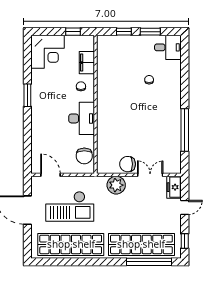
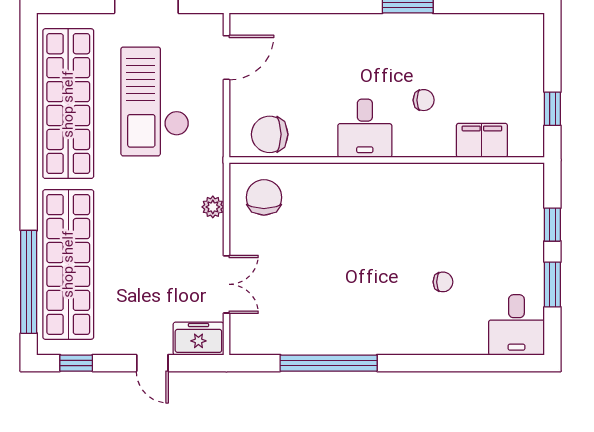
corner desk: (48, 52) -> (507, 51), removed
chair: (81, 86) -> (424, 100), moved
desk: (82, 118) -> (365, 128), width x0.73
chair: (128, 164) -> (264, 197), moved
plant: (116, 185) -> (213, 207), width x0.53, depth x0.53

